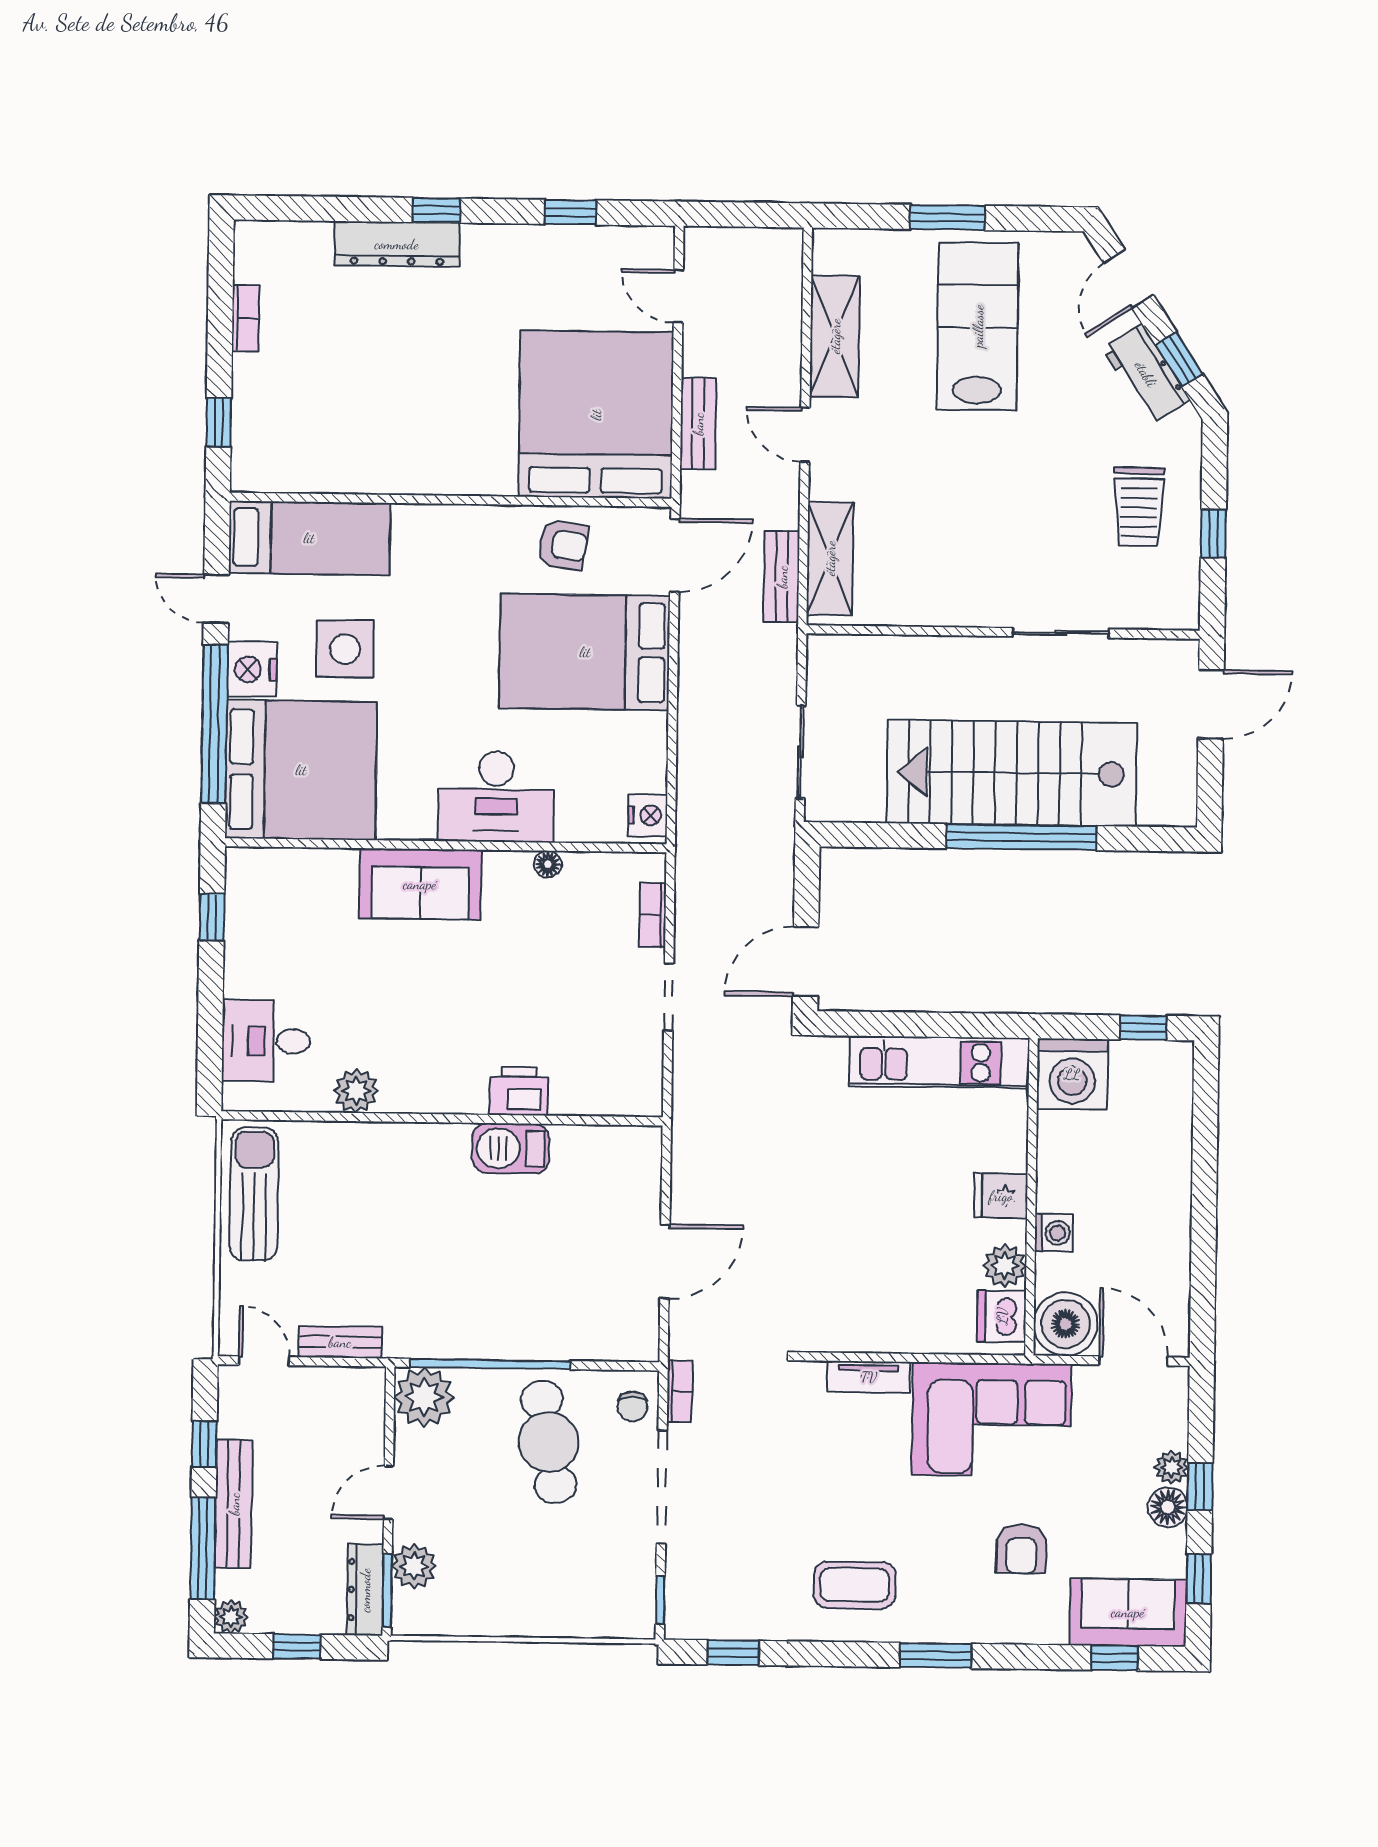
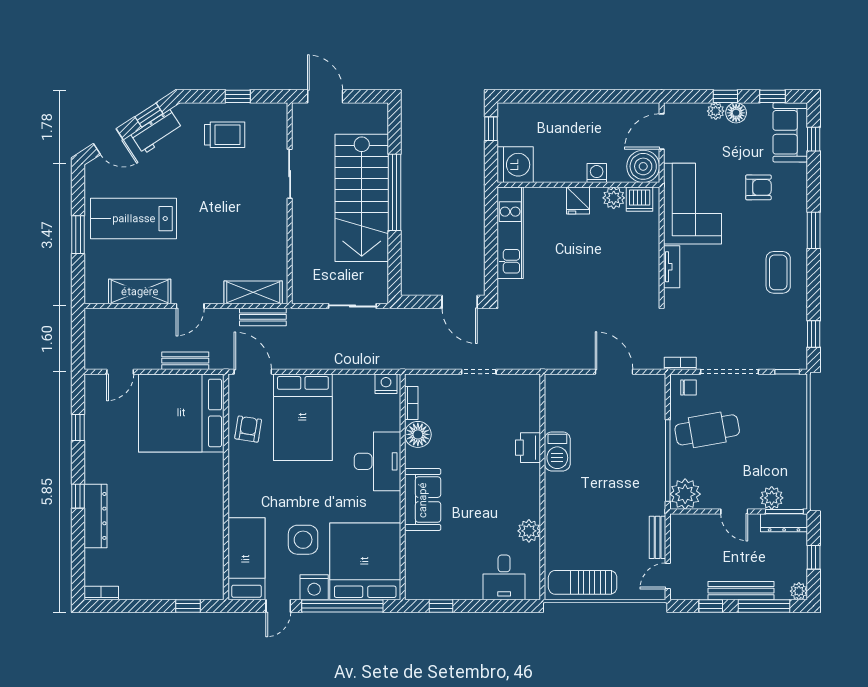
bookcase: (245, 318) -> (101, 593), moved
floor lamp: (548, 864) -> (418, 434), width x1.89, depth x1.89
bookcase: (653, 915) -> (411, 403), moved, turned -90

